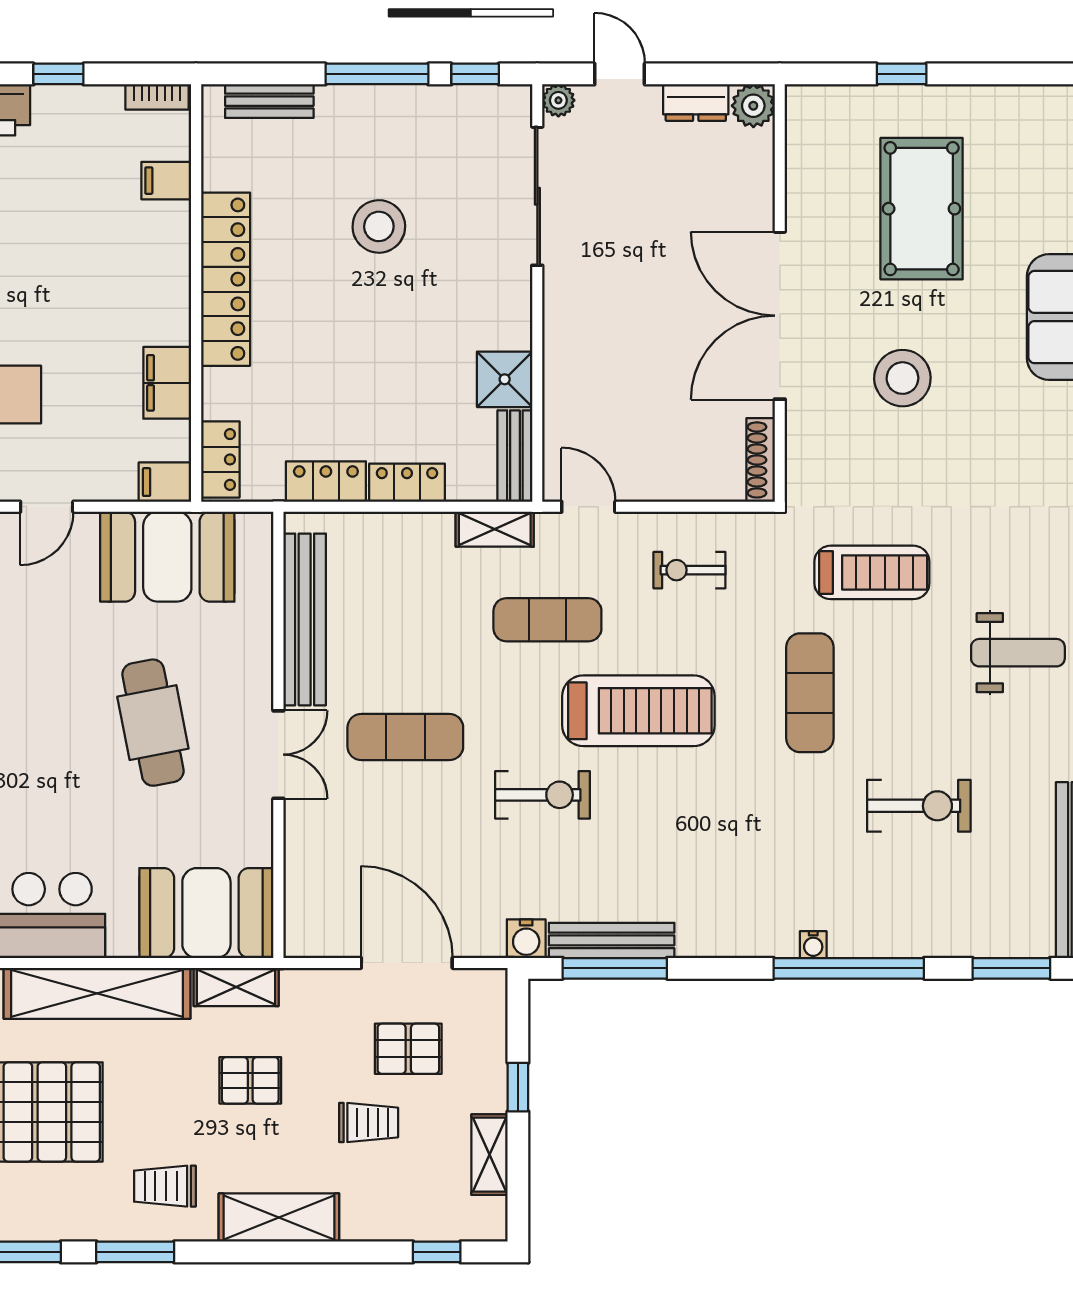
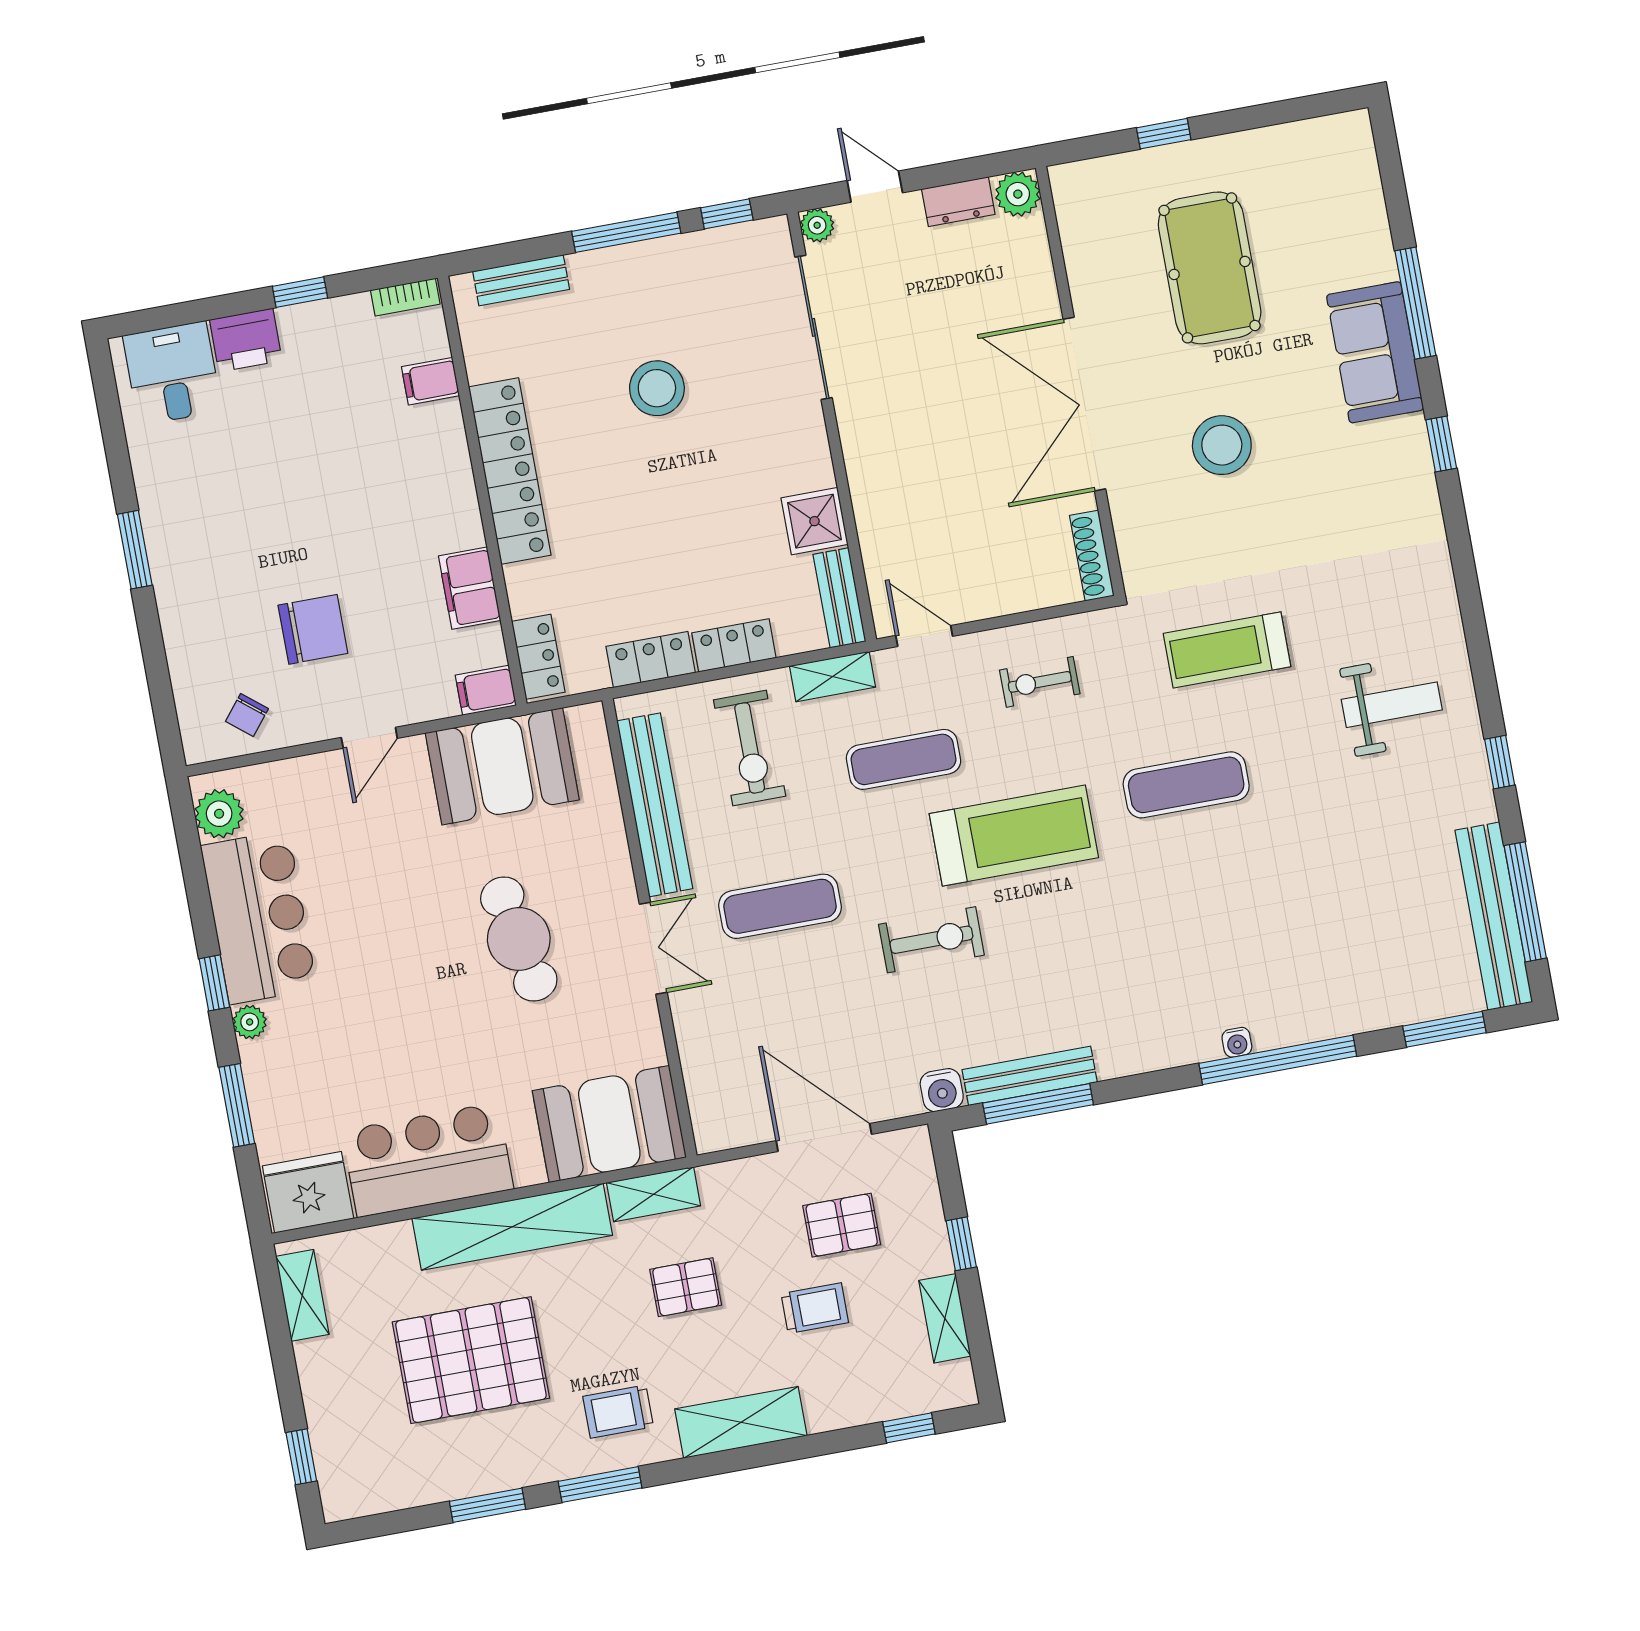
treadmill: (872, 572) -> (1227, 650), turned 180
exercise mat: (810, 693) -> (1186, 785), turned 90
exercise bike: (919, 806) -> (750, 748), moved, turned 90

